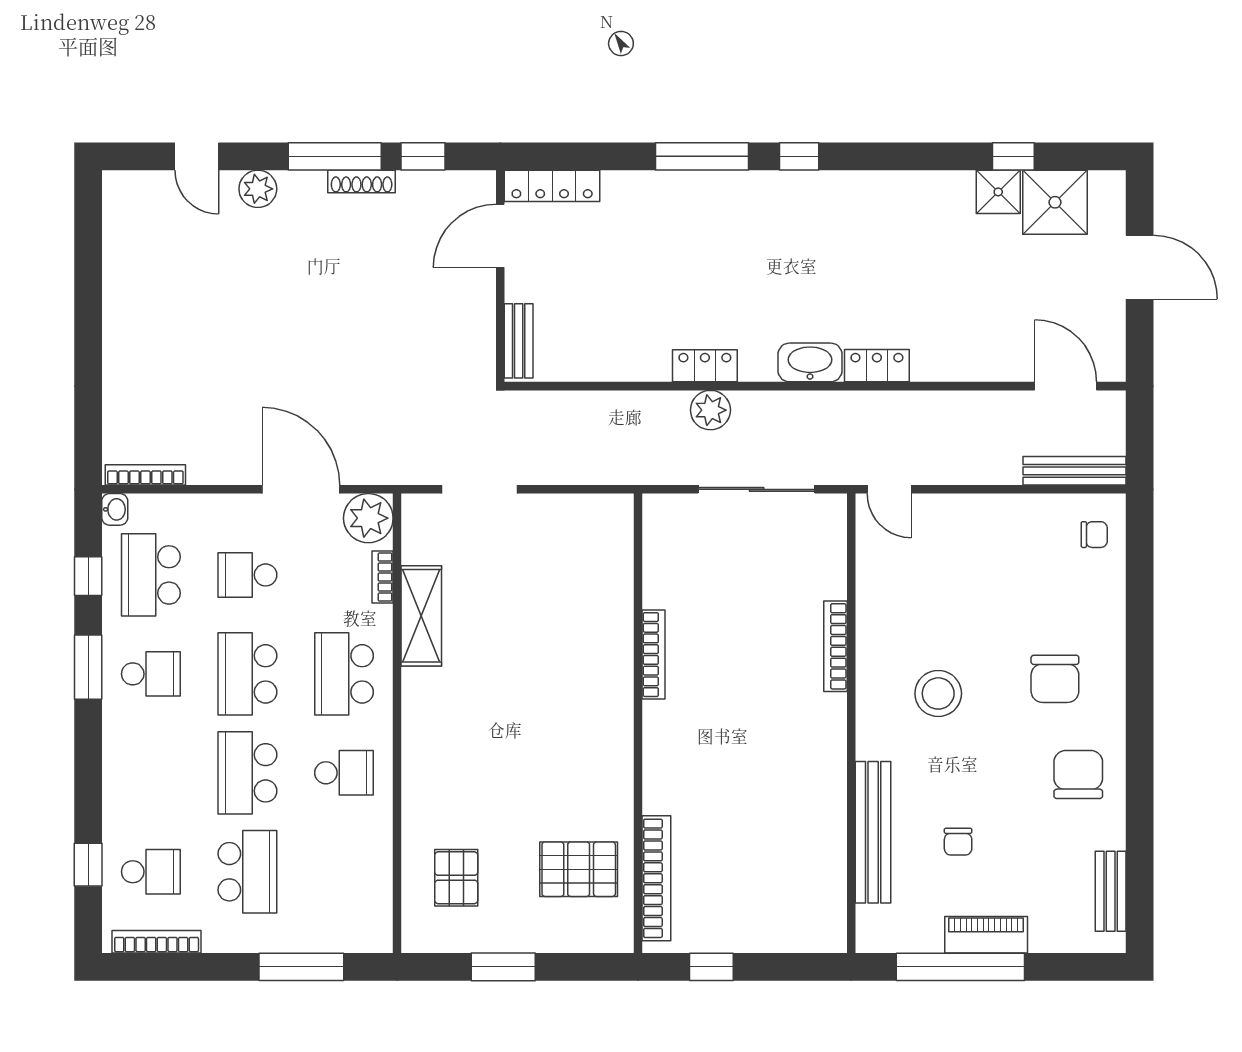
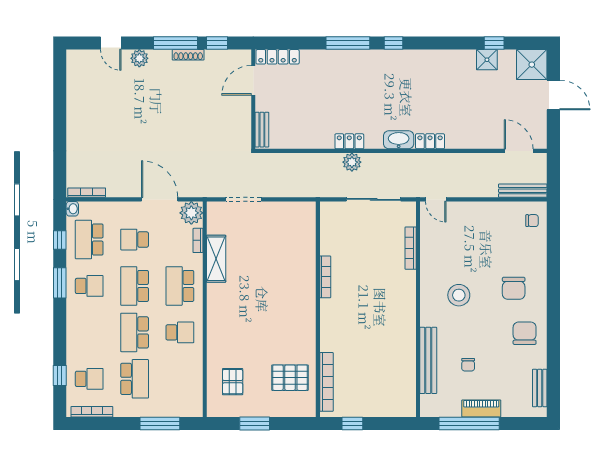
shower: (1055, 202) -> (532, 65), moved
bookcase: (836, 646) -> (411, 248), moved

